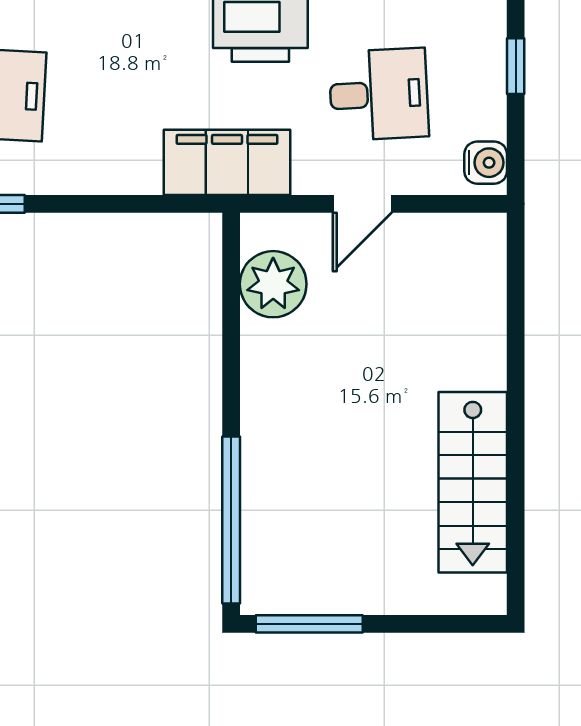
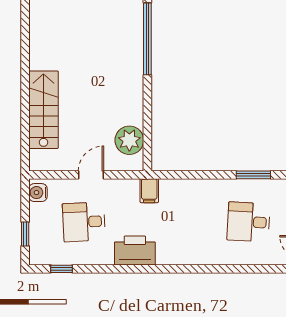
filing cabinet: (227, 162) -> (149, 191), width x0.33, depth x0.86
stairs: (473, 482) -> (43, 110), moved

